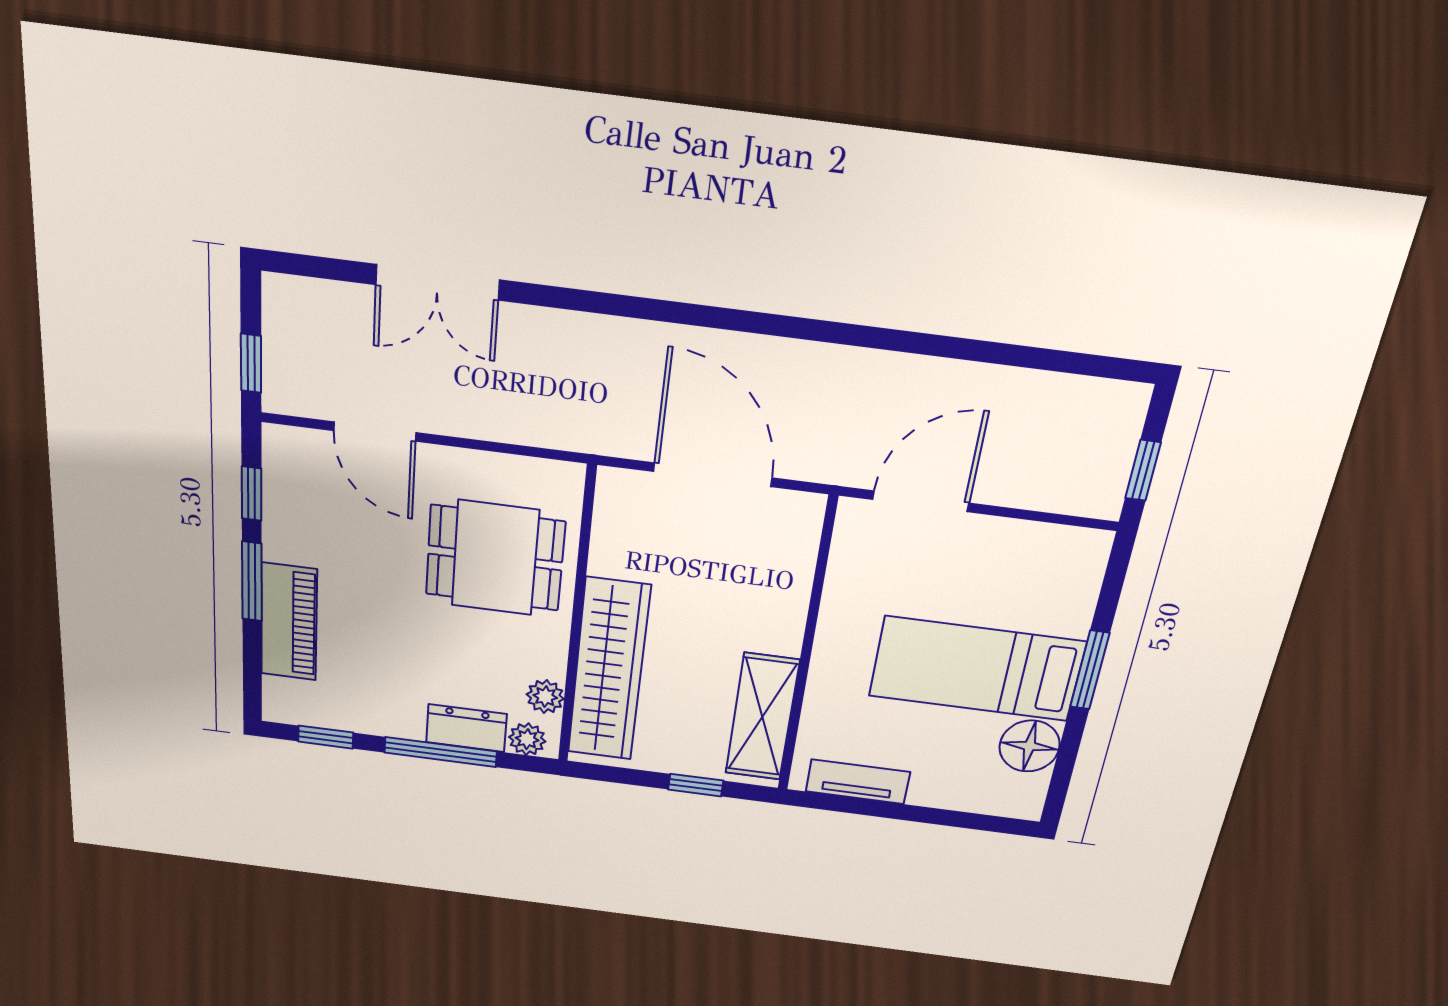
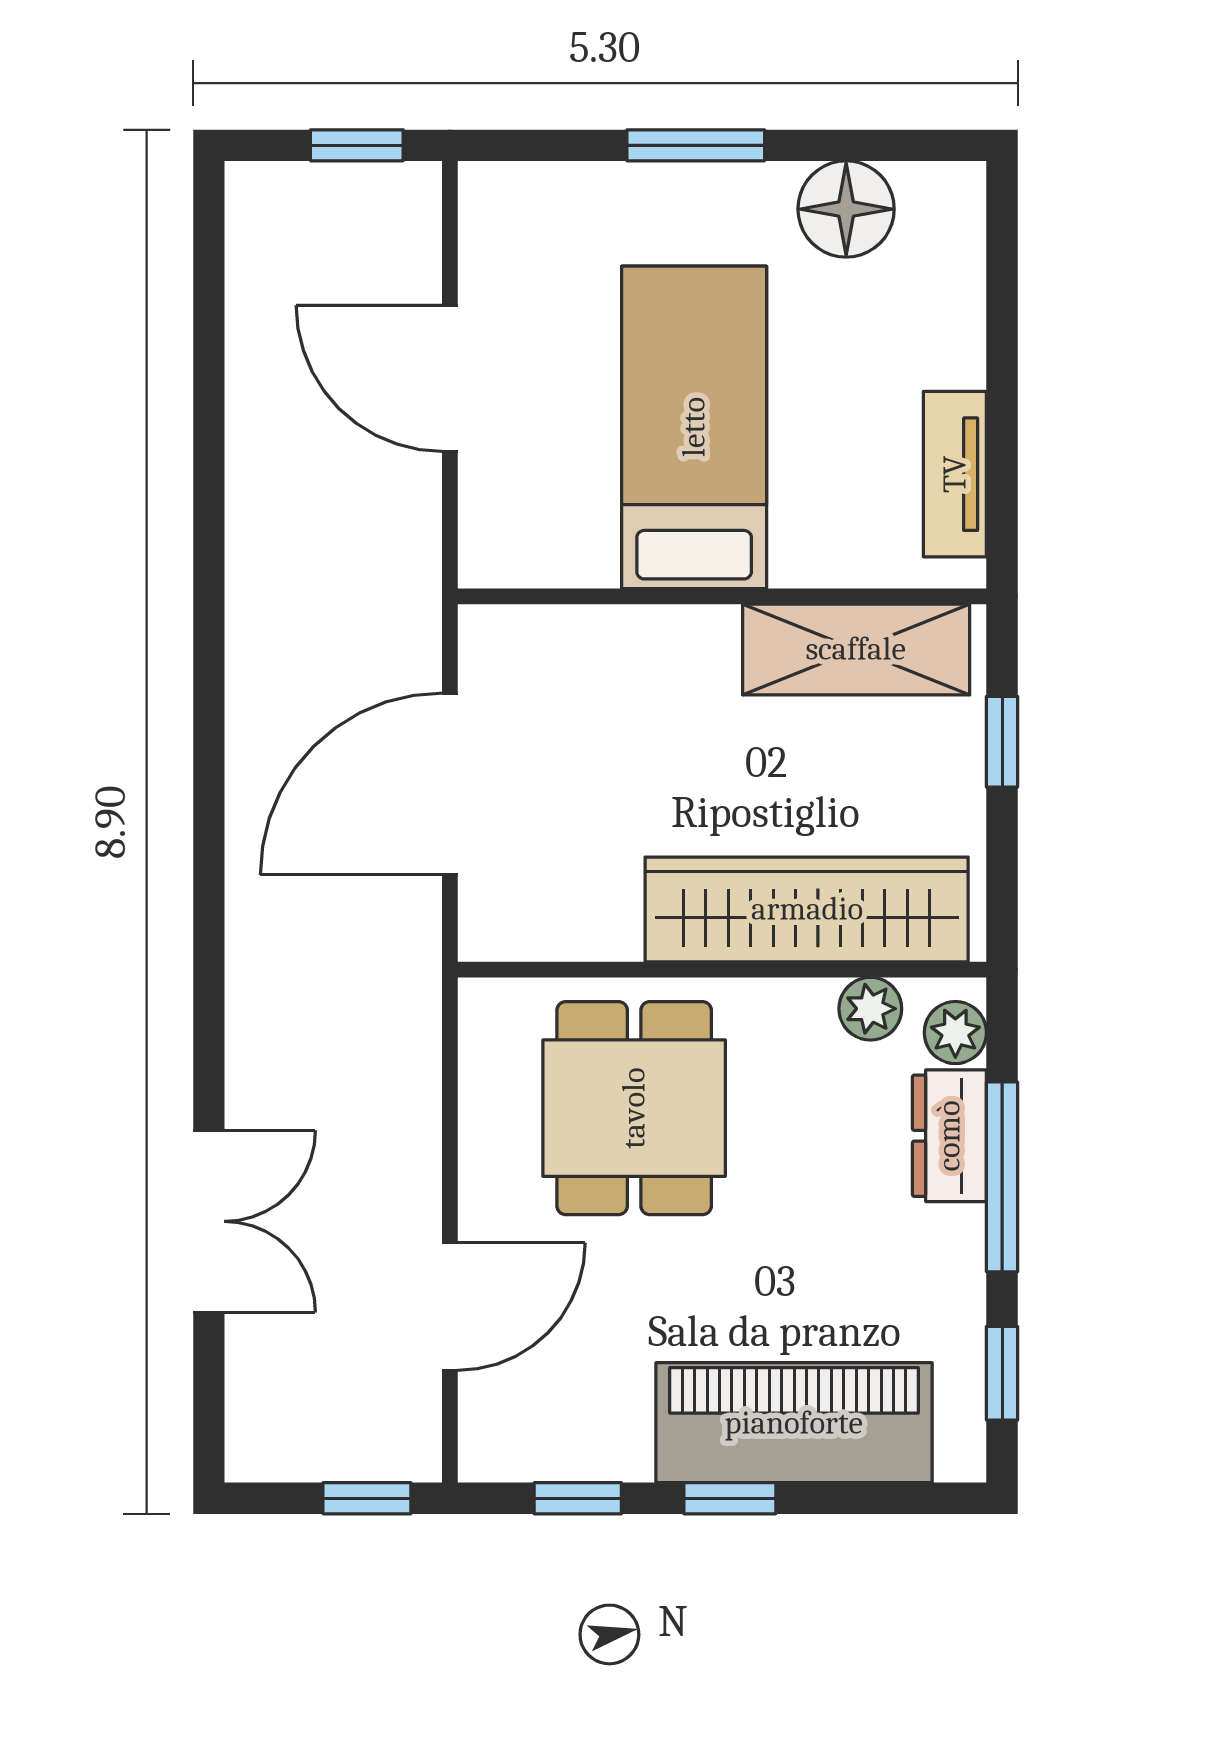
door: (921, 501) -> (450, 378), moved
window: (252, 582) -> (730, 1498), width x0.67
piano: (289, 622) -> (794, 1423), width x1.37, depth x1.33
bed: (977, 669) -> (694, 427), moved, turned 180

